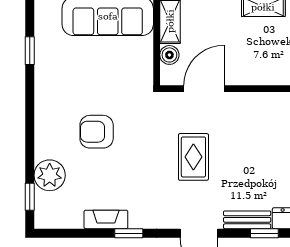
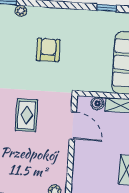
rug: (193, 157) -> (26, 115), turned 90
plant: (50, 175) -> (21, 11), width x0.53, depth x0.53

